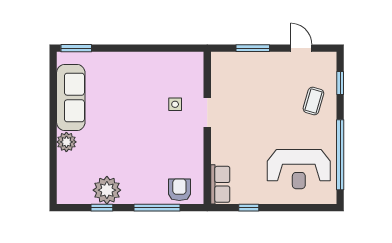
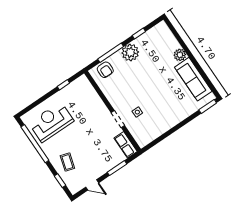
row of seats: (220, 184) -> (126, 145), moved
plant: (107, 190) -> (130, 52), moved

